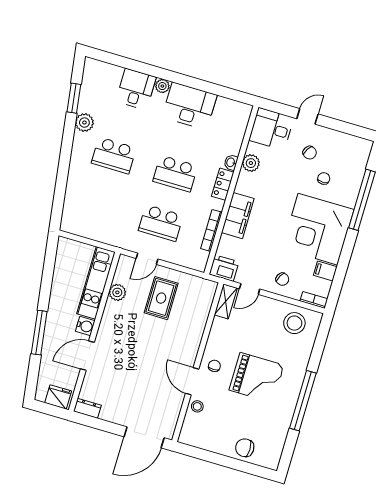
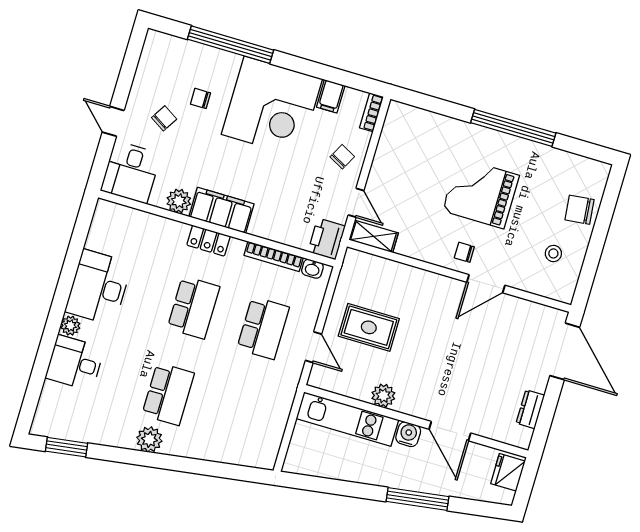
window: (74, 98) -> (67, 447), moved
plant: (84, 123) -> (149, 439), moved
washbasin: (231, 162) -> (312, 269), moved
filing cabinet: (238, 216) -> (222, 210), moved
plant: (117, 292) -> (383, 396), moved
stool: (294, 323) -> (404, 140), removed
grand piano: (256, 378) -> (481, 193), turned -90
stool: (197, 406) -> (553, 253), moved
dresser: (87, 408) -> (530, 409), moved
chair: (245, 448) -> (580, 210), turned 84

